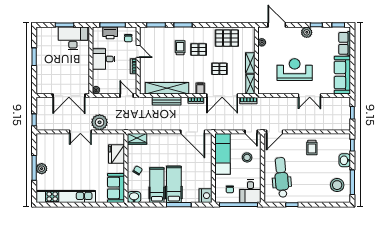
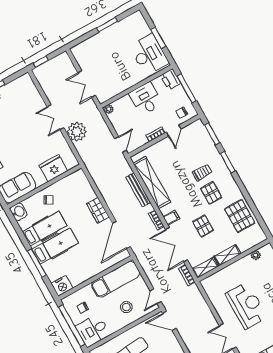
printer: (110, 33) -> (171, 79), moved
double door: (69, 96) -> (87, 84), width x0.73
wardrobe: (137, 139) -> (98, 210), moved

